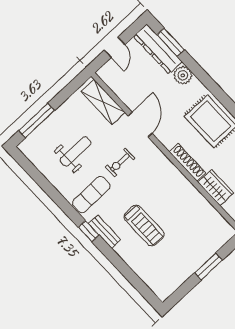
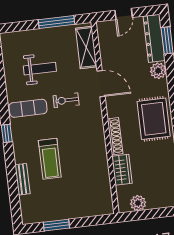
window: (37, 121) -> (56, 22), moved
door: (140, 125) -> (101, 84), hinge flipped
bench: (105, 232) -> (22, 179), moved
window: (208, 266) -> (56, 225), moved

